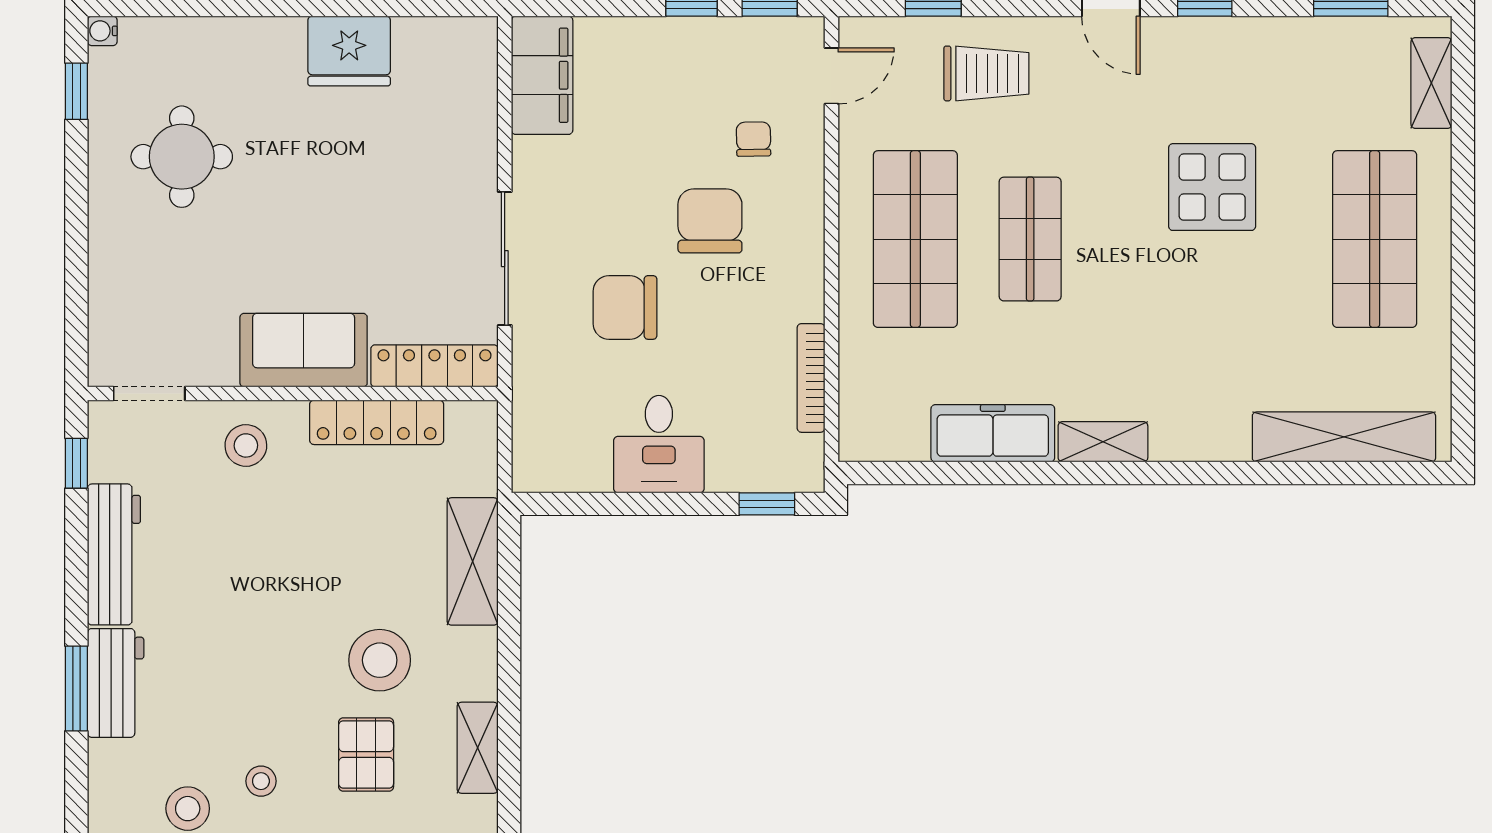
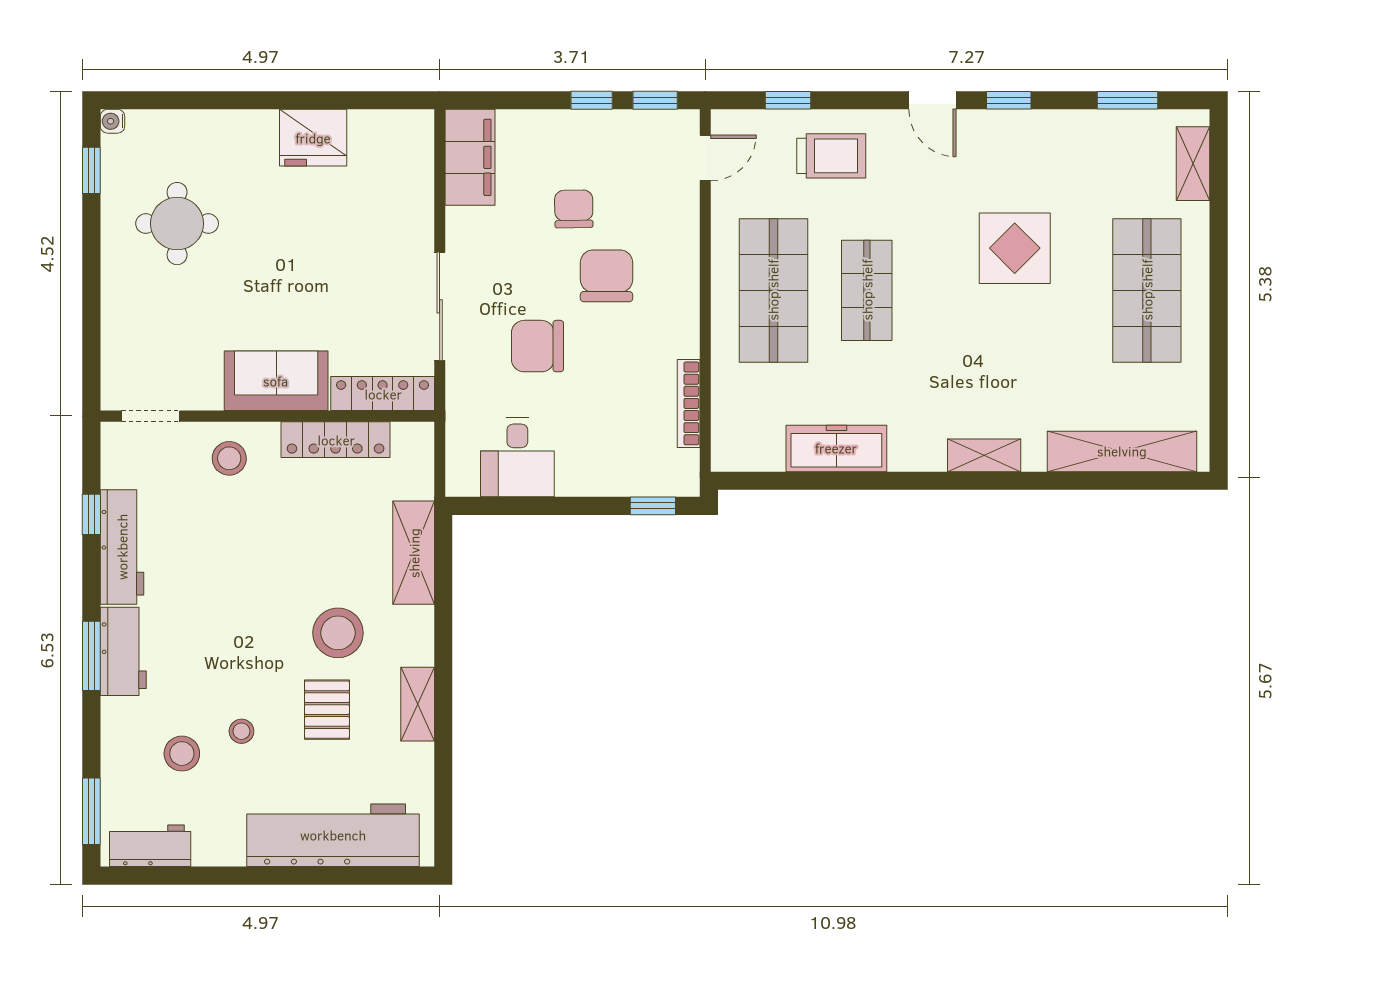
chair: (754, 139) -> (574, 209), moved, width x1.37, depth x1.37
shelving: (1103, 442) -> (984, 455), moved
desk: (659, 444) -> (517, 457), moved
window: (76, 463) -> (91, 514), moved

